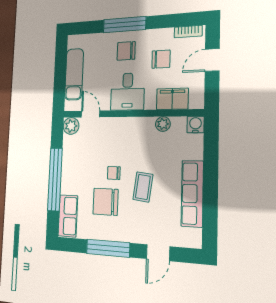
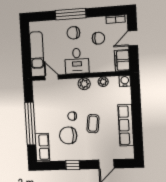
filing cabinet: (172, 99) -> (122, 60), moved, turned -90
plant: (71, 126) -> (84, 84), moved
window: (108, 248) -> (73, 165), width x0.46

